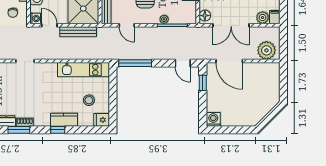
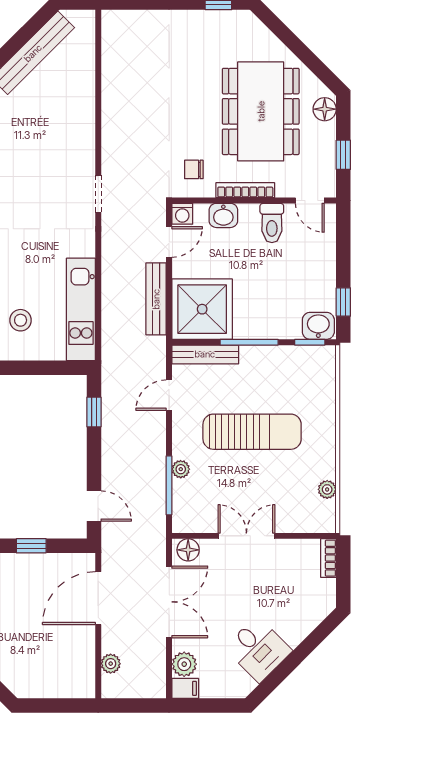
double door: (231, 25) -> (169, 602), swing flipped
plant: (266, 50) -> (111, 664), width x0.53, depth x0.53
window: (135, 63) -> (94, 412), width x0.46
door: (183, 63) -> (94, 506), swing flipped
window: (203, 83) -> (31, 546), moved

